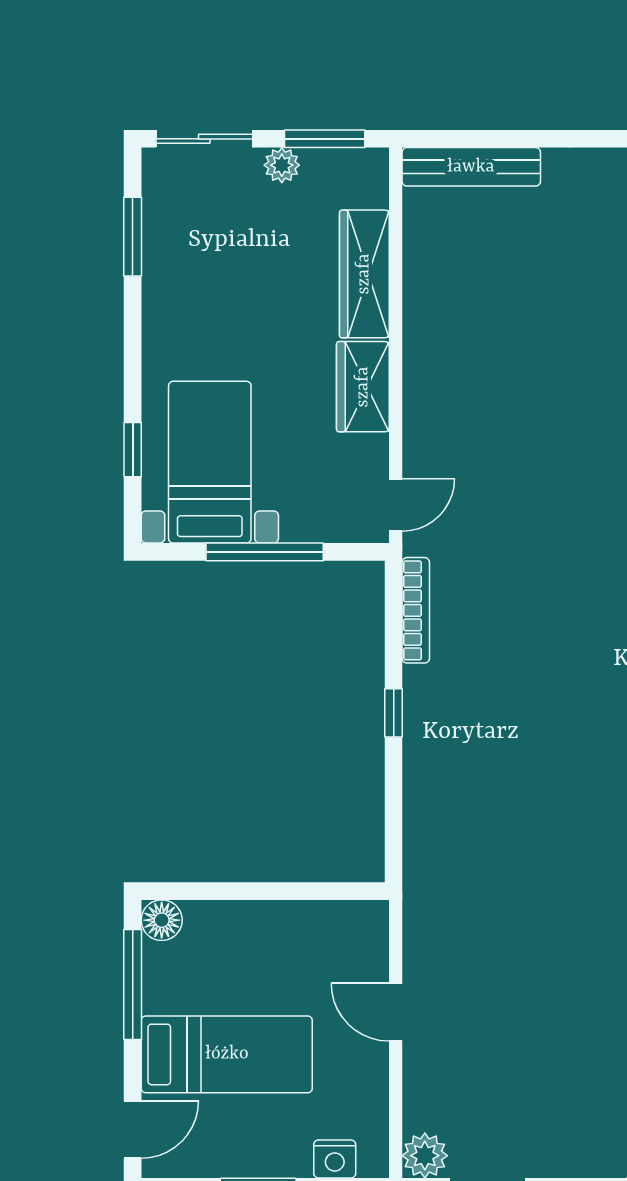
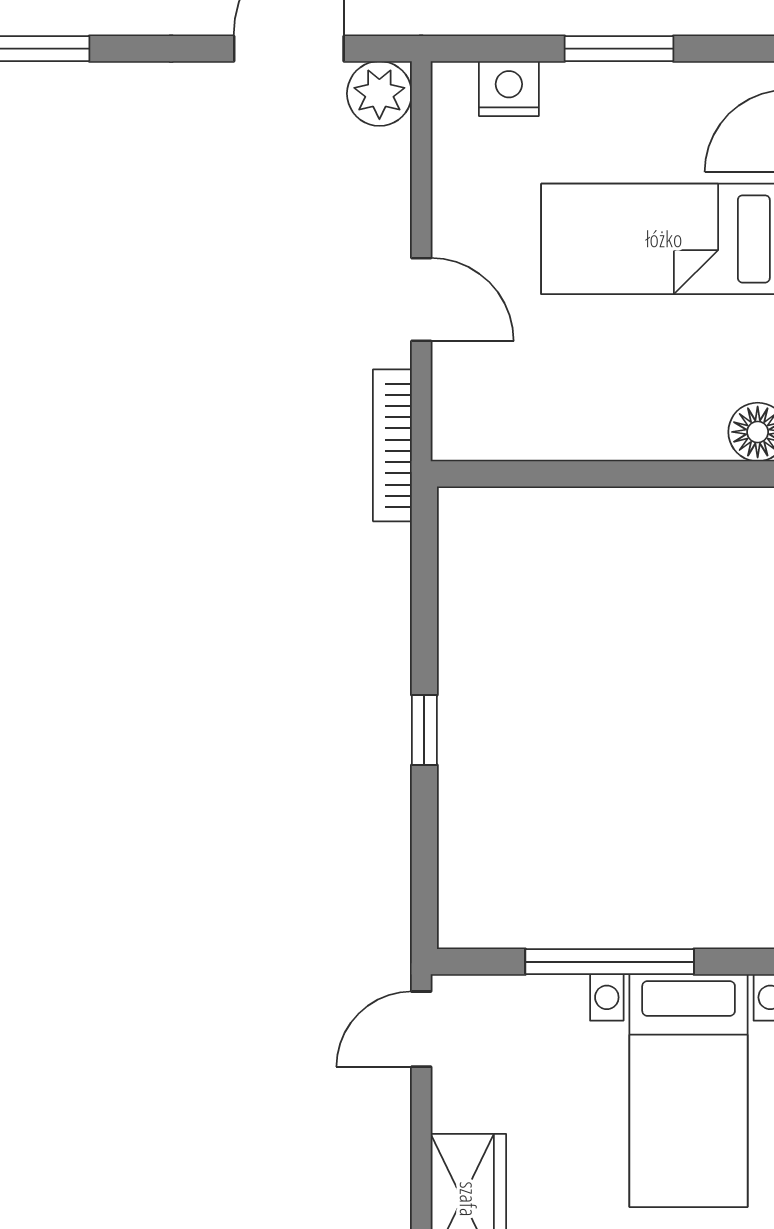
bookcase: (416, 610) -> (392, 445), moved

